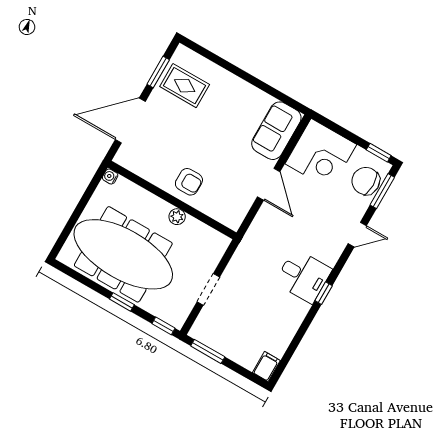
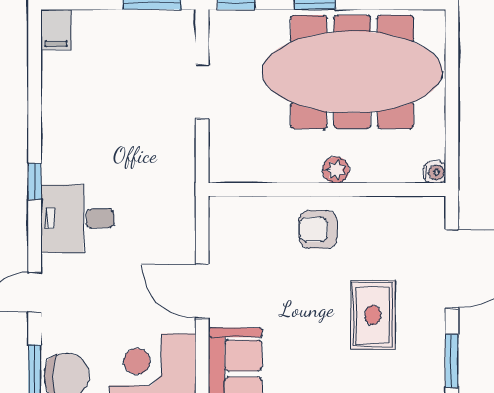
rug: (185, 86) -> (373, 315), moved, turned 90
plant: (177, 217) -> (336, 170), moved
desk: (303, 276) -> (78, 218), moved

